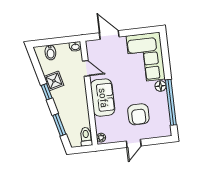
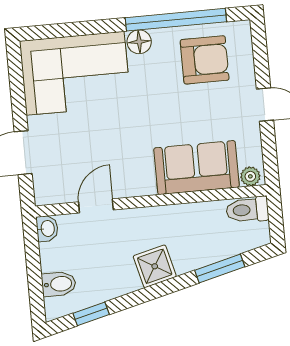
shower: (54, 81) -> (155, 266), moved
window: (47, 92) -> (91, 314), moved
sofa: (103, 98) -> (197, 168), moved
armchair: (138, 114) -> (205, 60), moved

